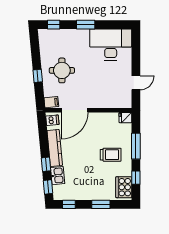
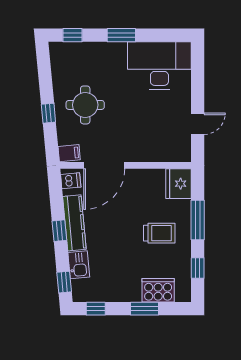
fridge: (125, 118) -> (179, 184), width x1.88, depth x1.34
window: (46, 164) -> (59, 231), moved
cooker: (124, 187) -> (158, 290), moved, turned 90

